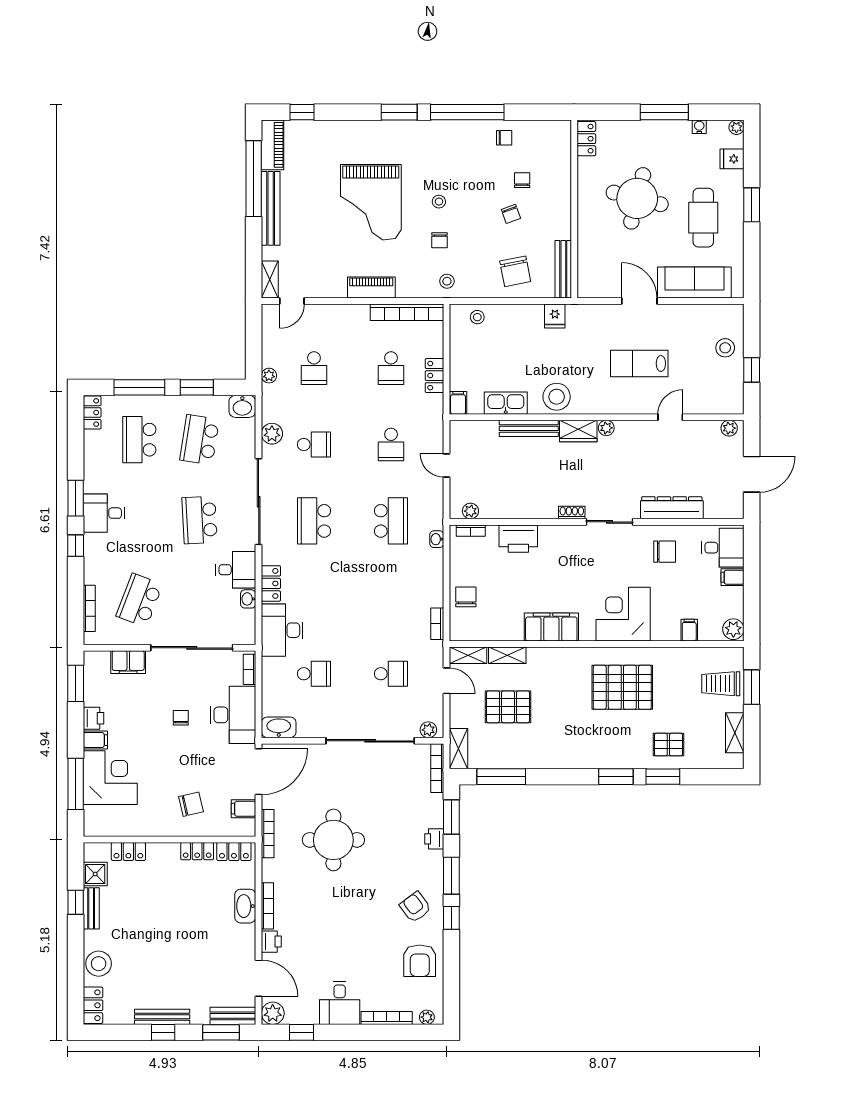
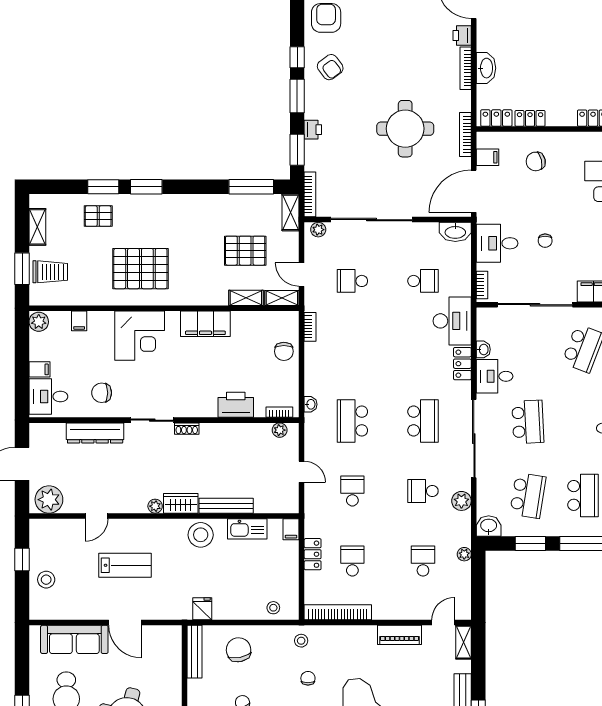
piano: (371, 288) -> (400, 635), moved
plant: (729, 428) -> (49, 500), width x1.88, depth x1.88
school desk: (314, 674) -> (423, 281), turned 180
desk: (233, 715) -> (497, 243), width x0.73

